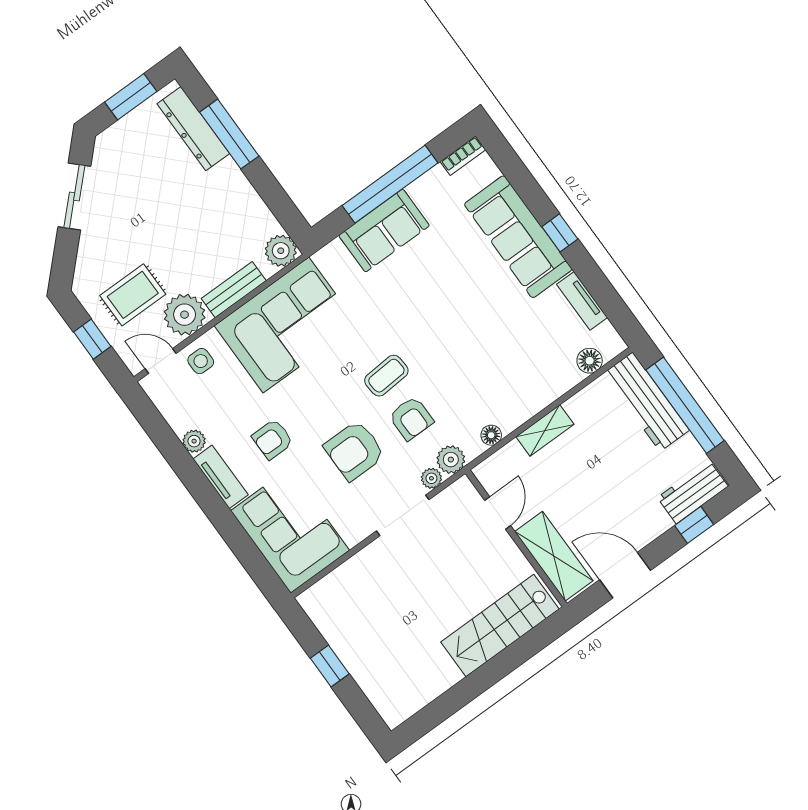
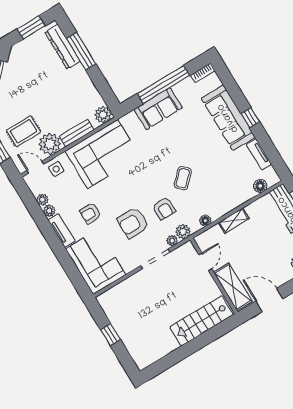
coffee table: (386, 376) -> (183, 178), moved, turned -41
plant: (179, 421) -> (42, 200), added

